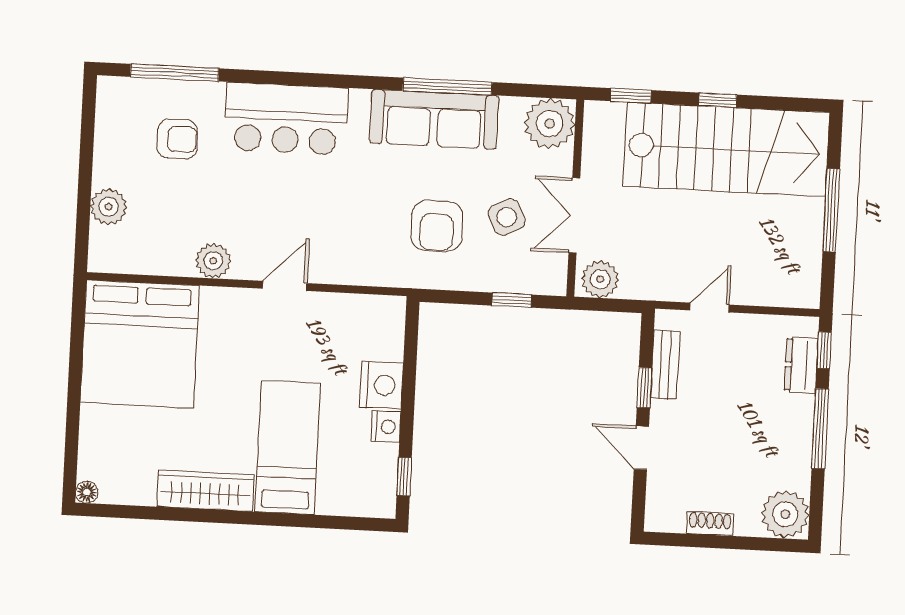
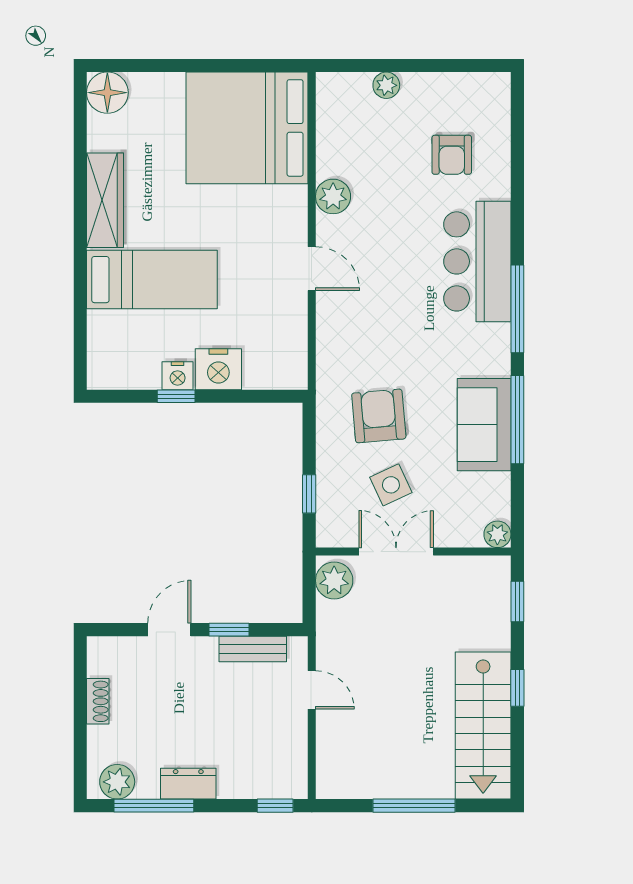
window: (175, 73) -> (517, 309), moved
sofa: (434, 119) -> (484, 425), width x0.73
plant: (550, 124) -> (497, 534), width x0.53, depth x0.53
stairs: (726, 149) -> (483, 725), width x0.73, depth x0.66
plant: (109, 207) -> (386, 85), width x0.73, depth x0.73
armchair: (437, 226) -> (379, 416), turned 85
dresser: (801, 365) -> (188, 784), moved
window: (820, 429) -> (154, 806), moved
window: (404, 476) -> (176, 396), moved
floor lamp: (87, 492) -> (107, 93), width x1.89, depth x1.89
plant: (785, 514) -> (117, 782), width x0.73, depth x0.73

